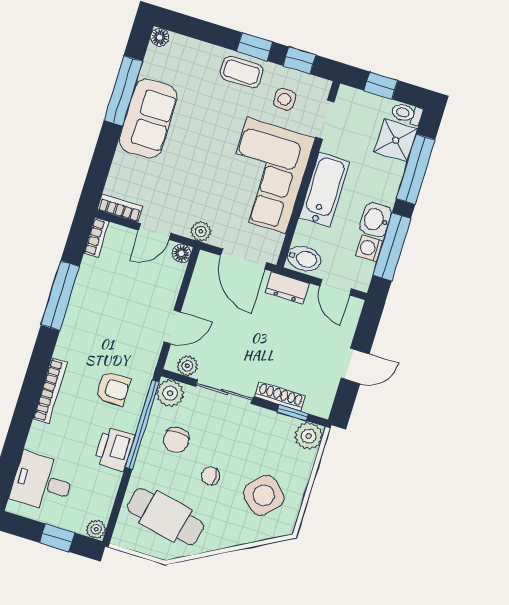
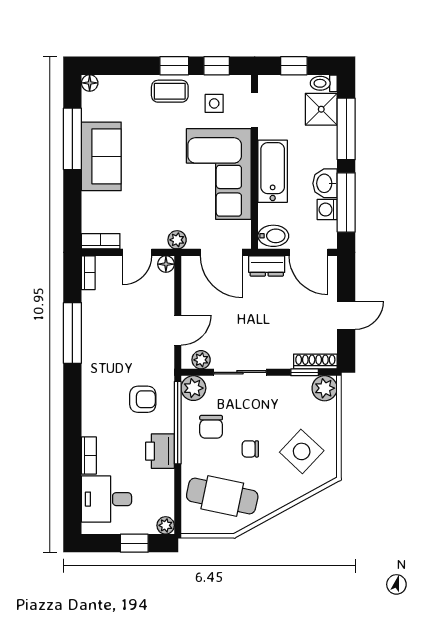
door: (336, 287) -> (308, 252), width x1.38
bookcase: (50, 391) -> (89, 455), moved, width x0.64
shoe rack: (280, 396) -> (315, 361), moved

